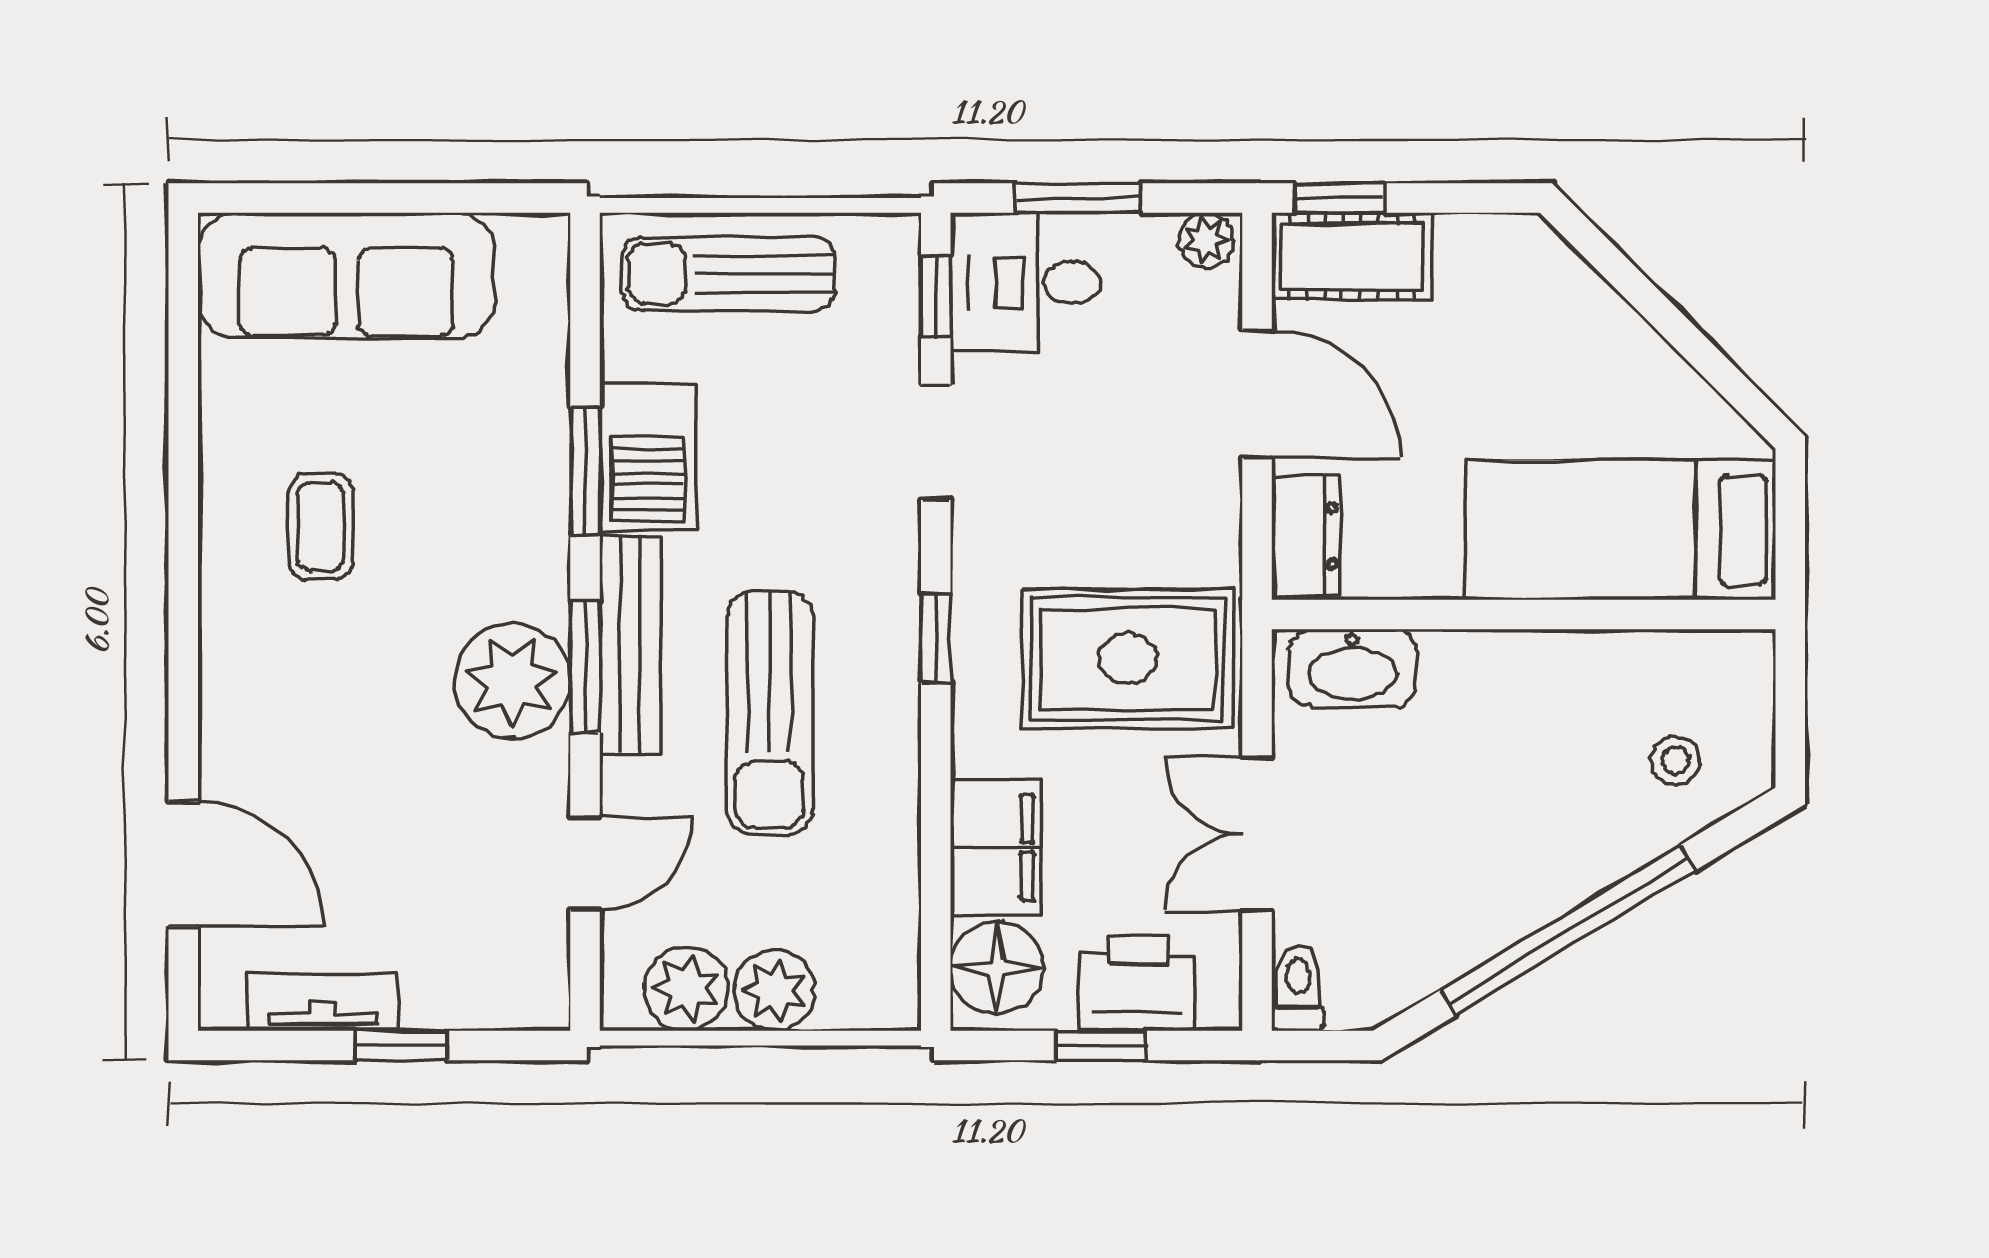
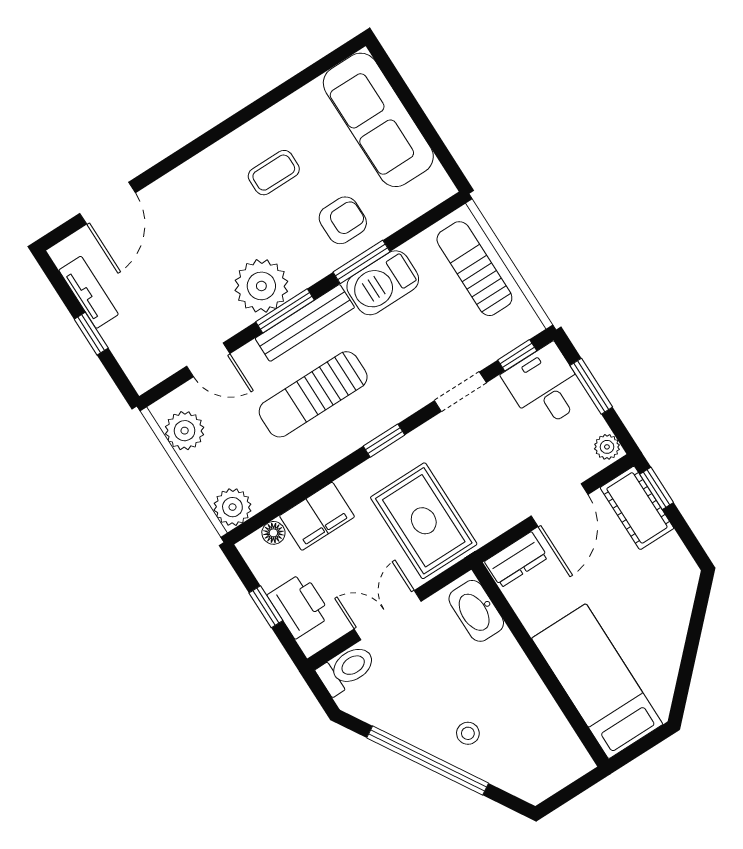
armchair: (488, 457) -> (343, 220), added
stool: (1675, 761) -> (468, 733), moved
floor lamp: (997, 968) -> (273, 533), width x0.53, depth x0.53
toilet: (1298, 988) -> (347, 669), width x1.37, depth x1.39
plant: (775, 990) -> (232, 507), moved

